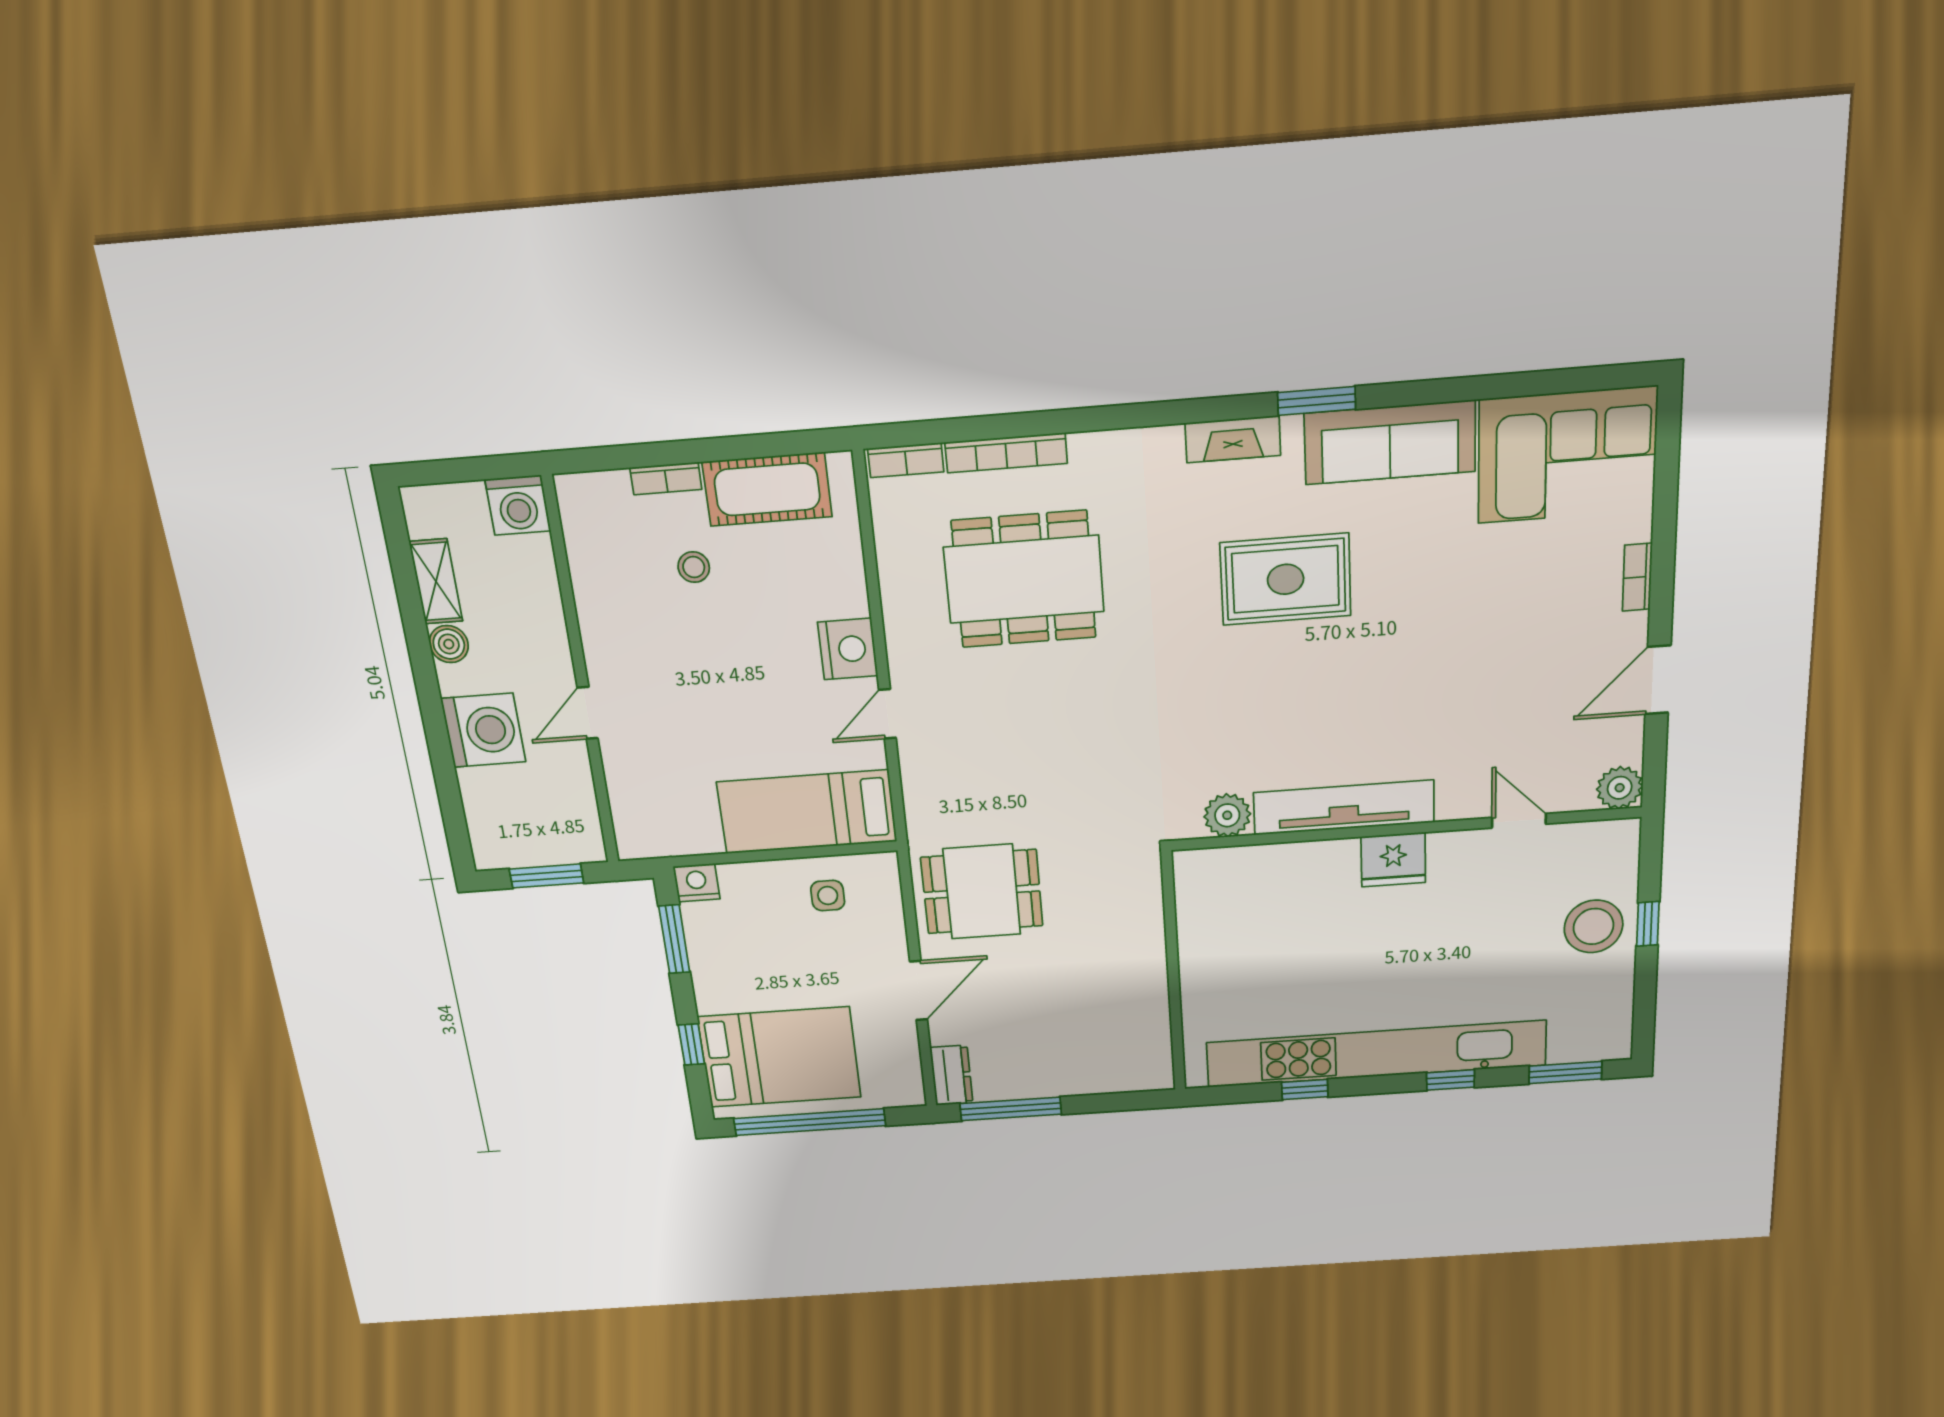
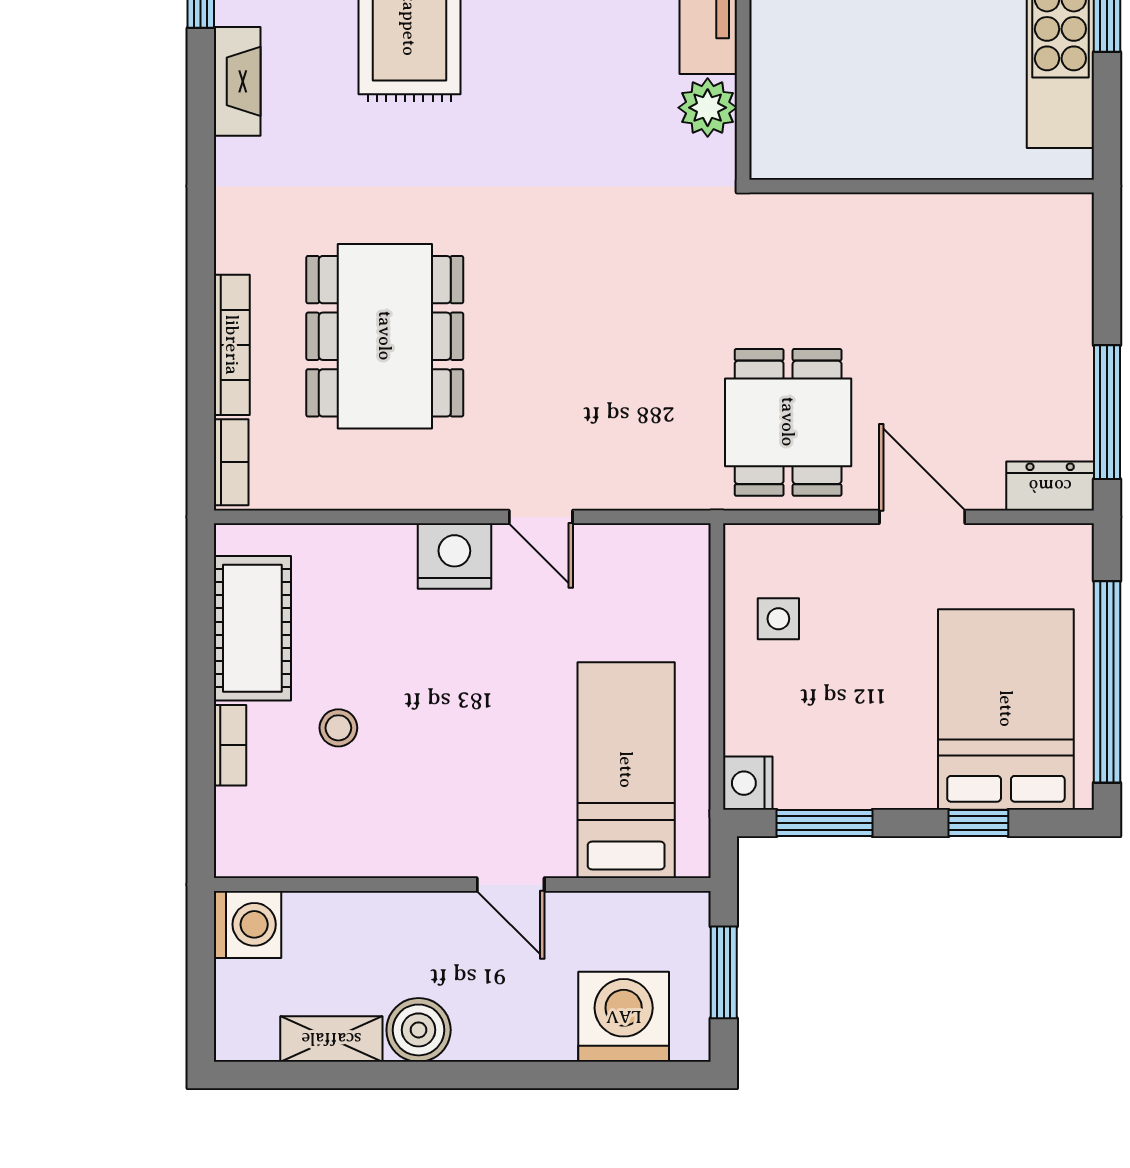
boiler: (449, 644) -> (419, 1030), width x1.36, depth x1.36
washing machine: (483, 730) -> (624, 1017), moved
bed: (807, 812) -> (626, 770), moved, turned 180

